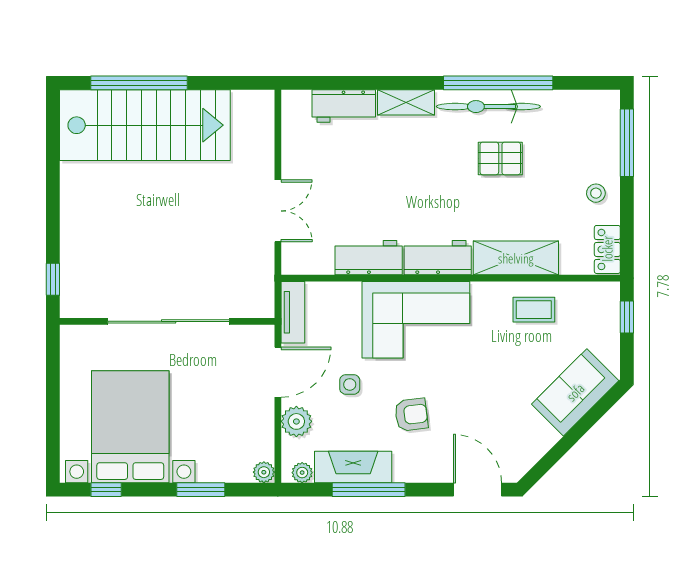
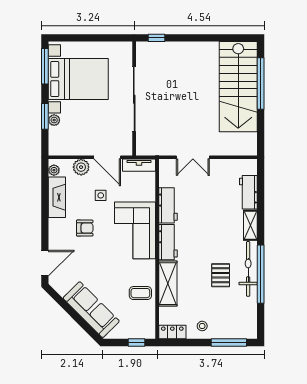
coffee table: (534, 310) -> (140, 293), turned 90
sofa: (575, 392) -> (91, 310), width x1.36
armchair: (411, 415) -> (85, 228), turned -83
plant: (264, 472) -> (54, 120), moved
window: (106, 490) -> (45, 66), width x2.17
window: (369, 490) -> (45, 205), removed

